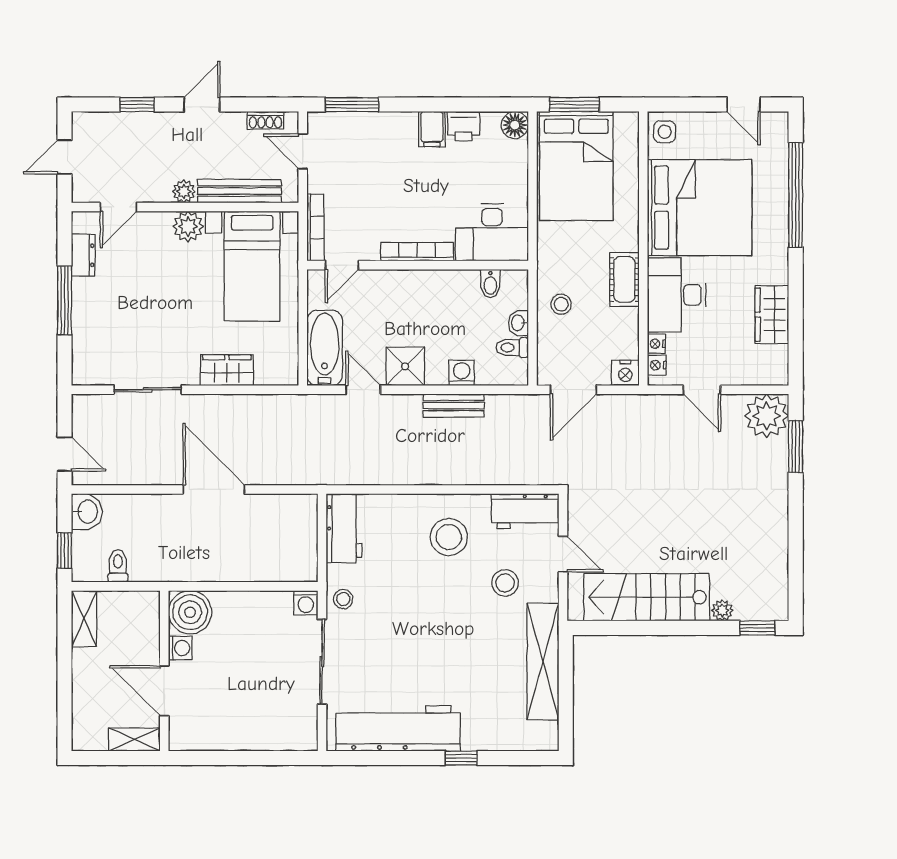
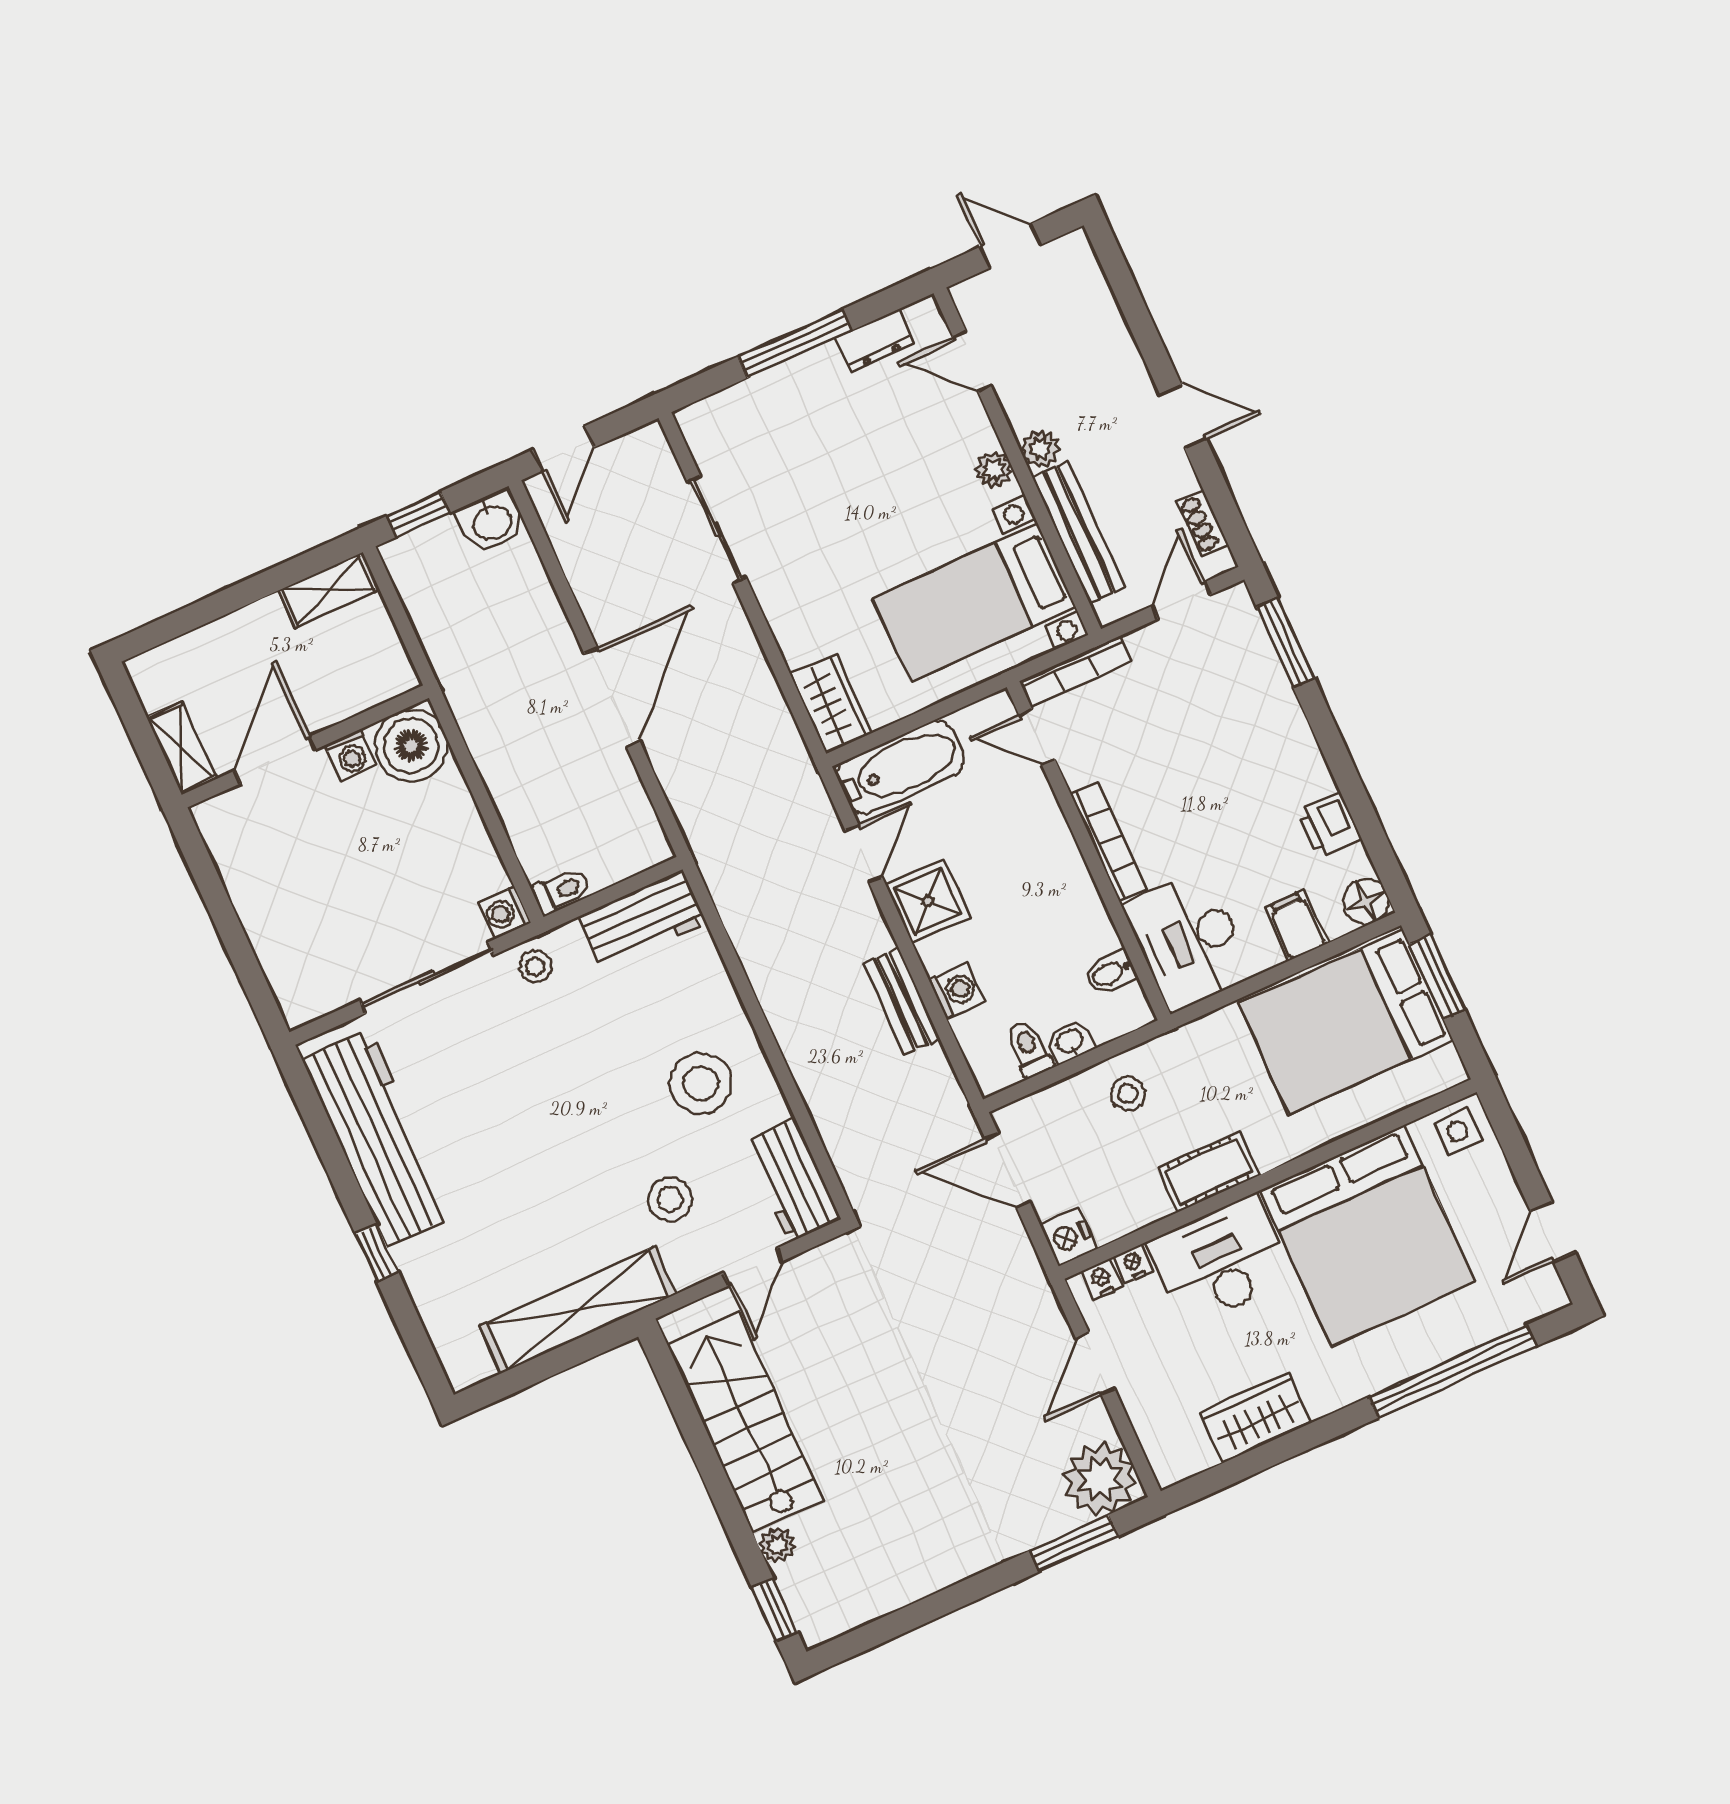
window: (137, 105) -> (1139, 319), removed
filing cabinet: (432, 129) -> (1296, 926), moved, turned 90
plant: (188, 226) -> (994, 470), width x0.73, depth x0.73
wardrobe: (227, 370) -> (831, 704), moved
toilet: (118, 566) -> (561, 891), moved

